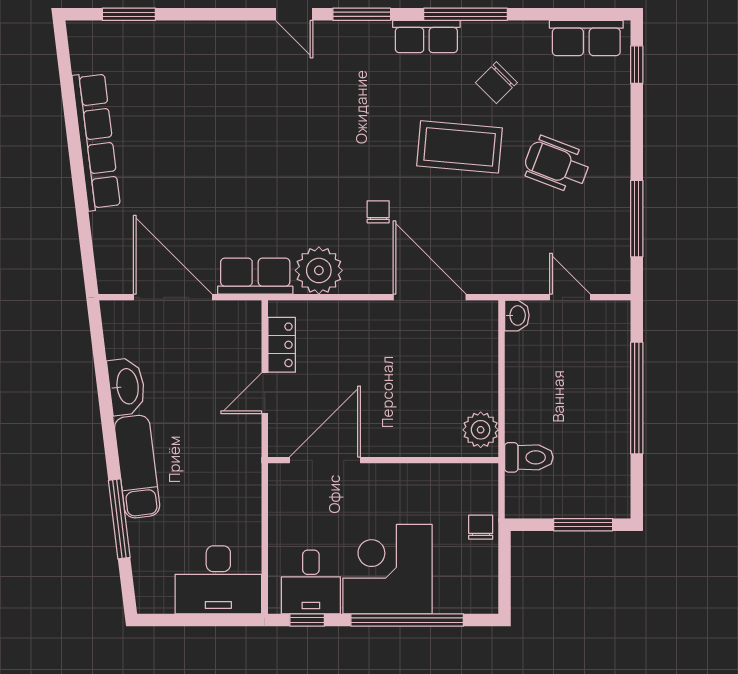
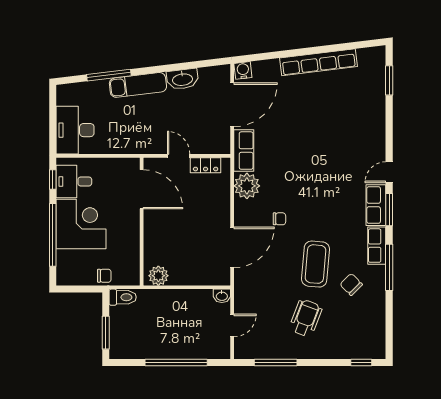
row of seats: (586, 38) -> (376, 205), moved
water cooler: (111, 277) -> (243, 70), added
toilet: (529, 457) -> (123, 297), moved, turned -90

